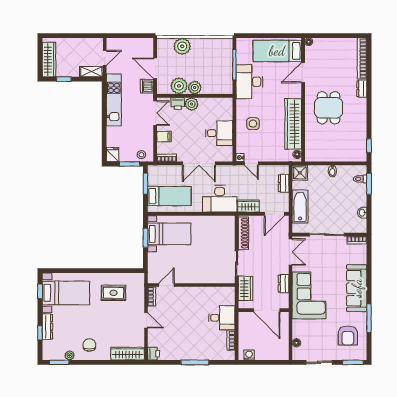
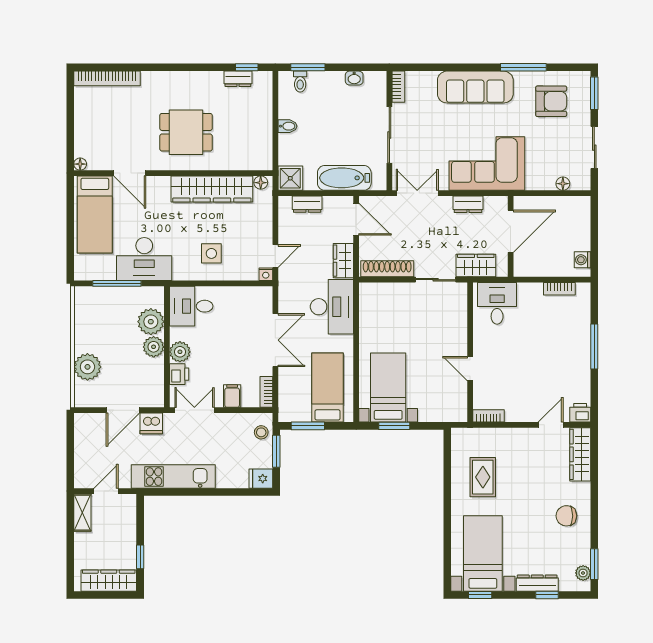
door: (105, 58) -> (106, 491), hinge flipped
shelving: (91, 72) -> (82, 513), moved
plant: (179, 86) -> (151, 322), moved
dresser: (362, 89) -> (238, 79), moved
desk: (219, 133) -> (191, 306), moved, turned -90
door: (167, 285) -> (470, 369), moved
desk: (222, 318) -> (497, 303), moved
door: (146, 320) -> (551, 425), moved
plant: (70, 355) -> (583, 573), moved

